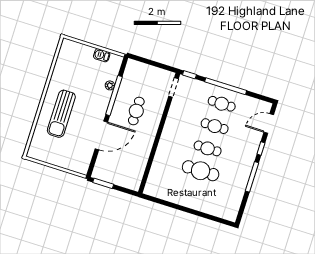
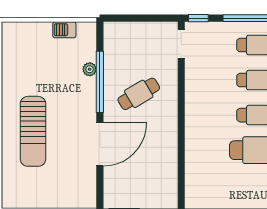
cafe table: (136, 111) -> (139, 94), turned 59

